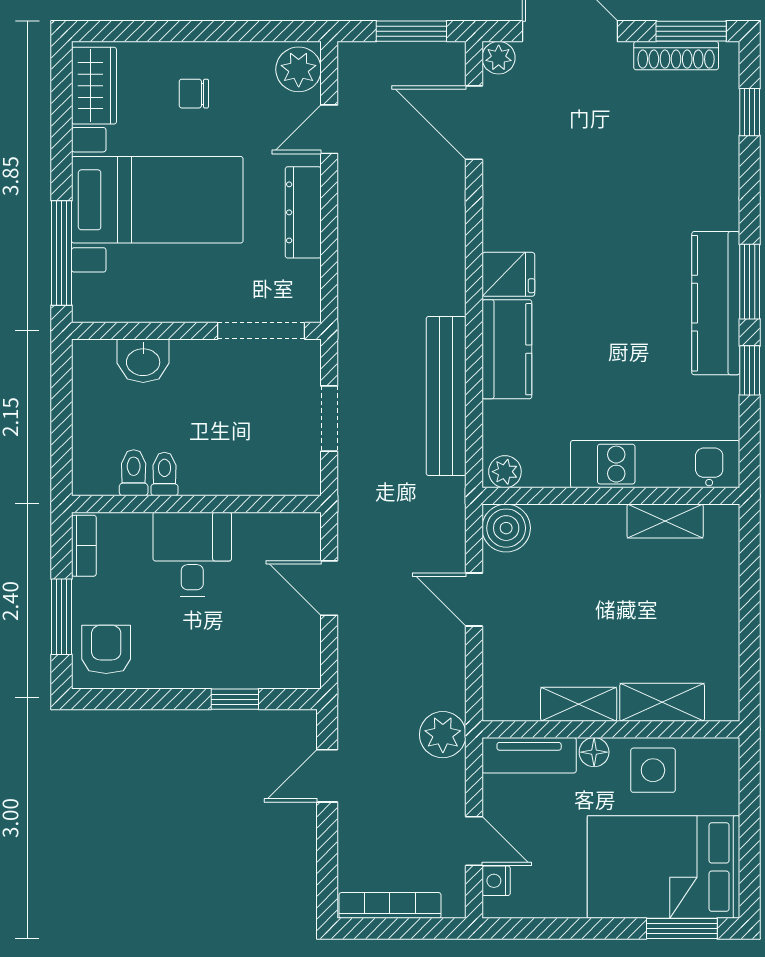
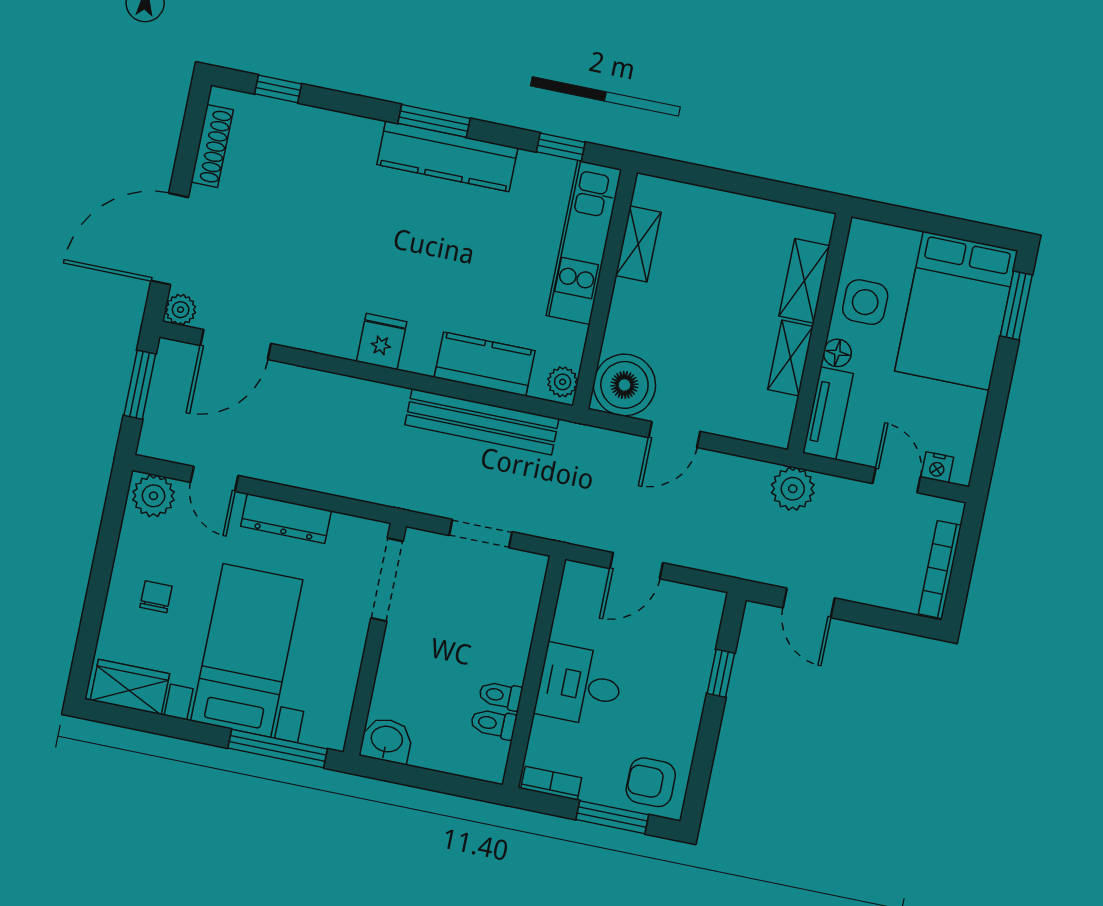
window: (691, 31) -> (193, 127), removed
chair: (194, 94) -> (156, 597), turned 180
kitchen counter: (507, 349) -> (485, 364), moved
washbasin: (143, 361) -> (387, 740), moved, turned -90
window: (750, 370) -> (561, 147), moved
boiler: (506, 528) -> (624, 385), width x1.37, depth x1.37
door: (474, 841) -> (897, 480), hinge flipped

